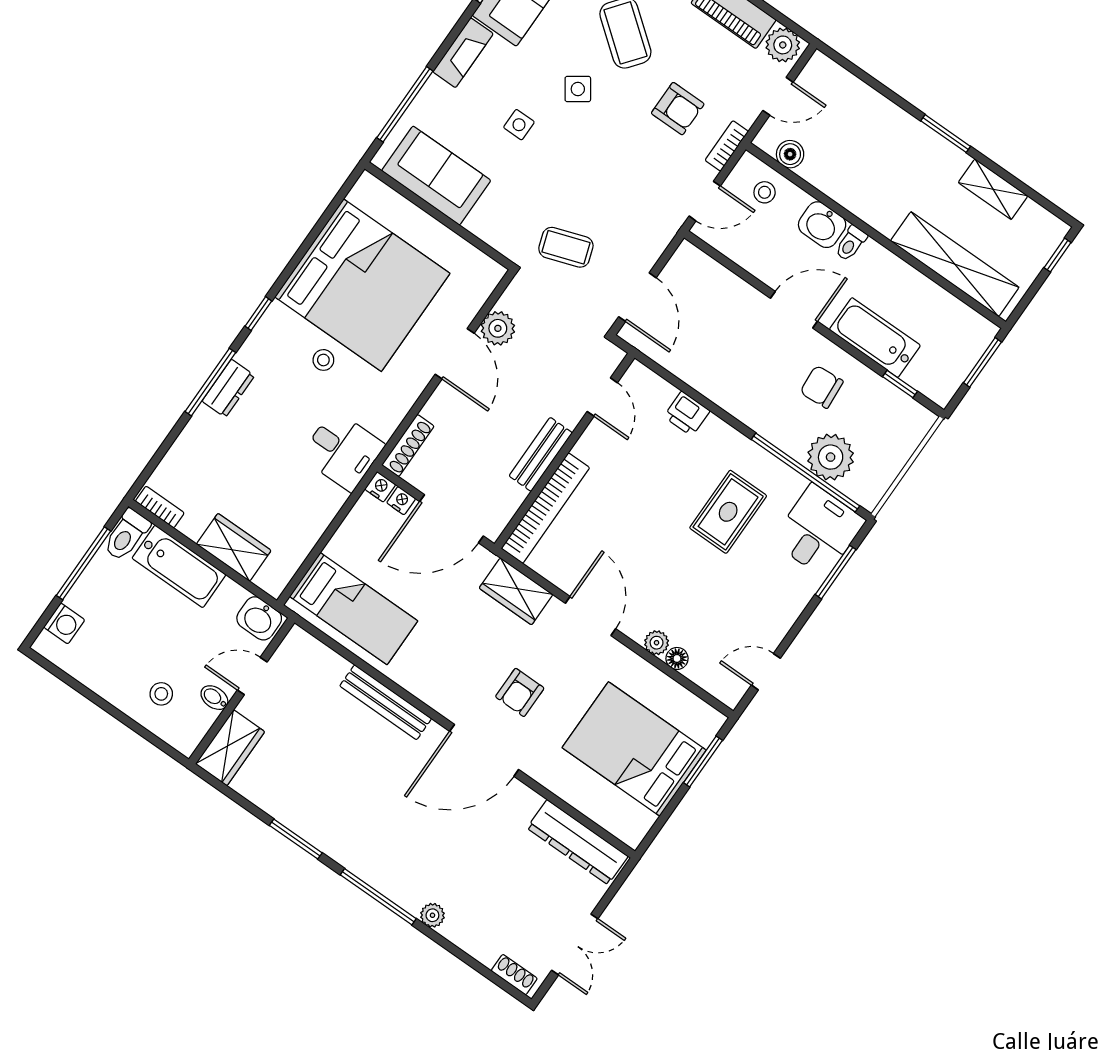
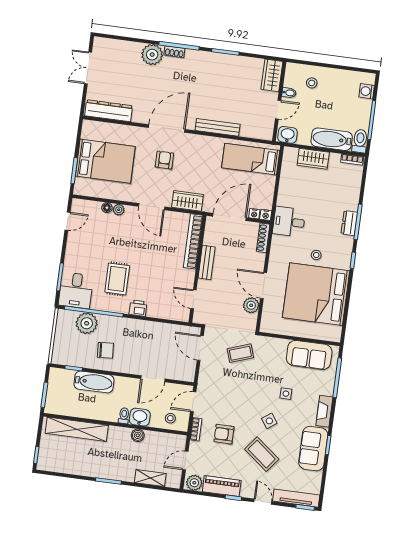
boiler: (790, 154) -> (138, 435), moved
shelving: (993, 189) -> (150, 478), moved
door: (794, 310) -> (153, 379), moved
printer: (687, 414) -> (138, 308), moved
plant: (432, 915) -> (152, 55), width x1.88, depth x1.88
shoe rack: (514, 975) -> (174, 52), moved

